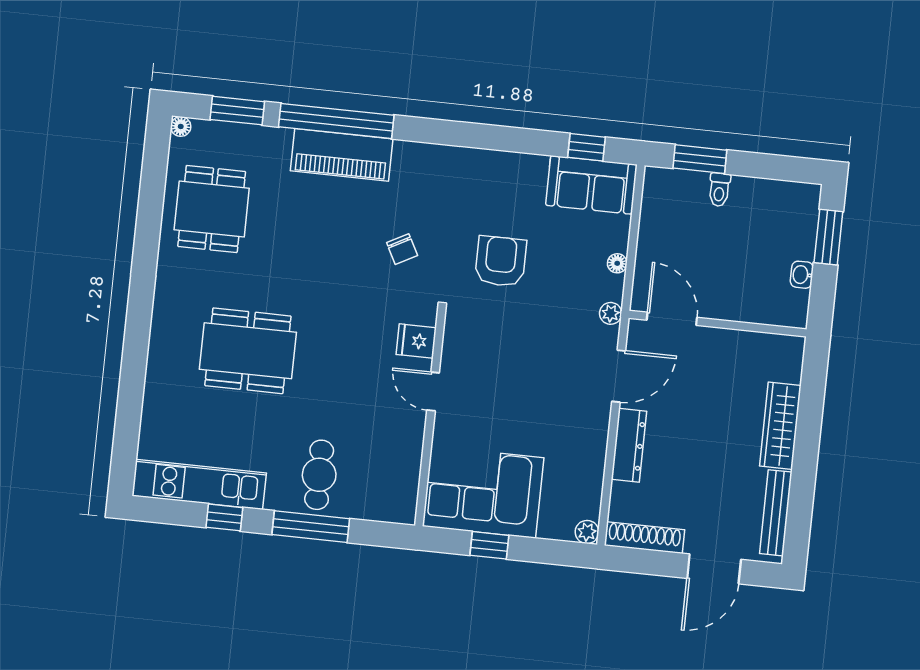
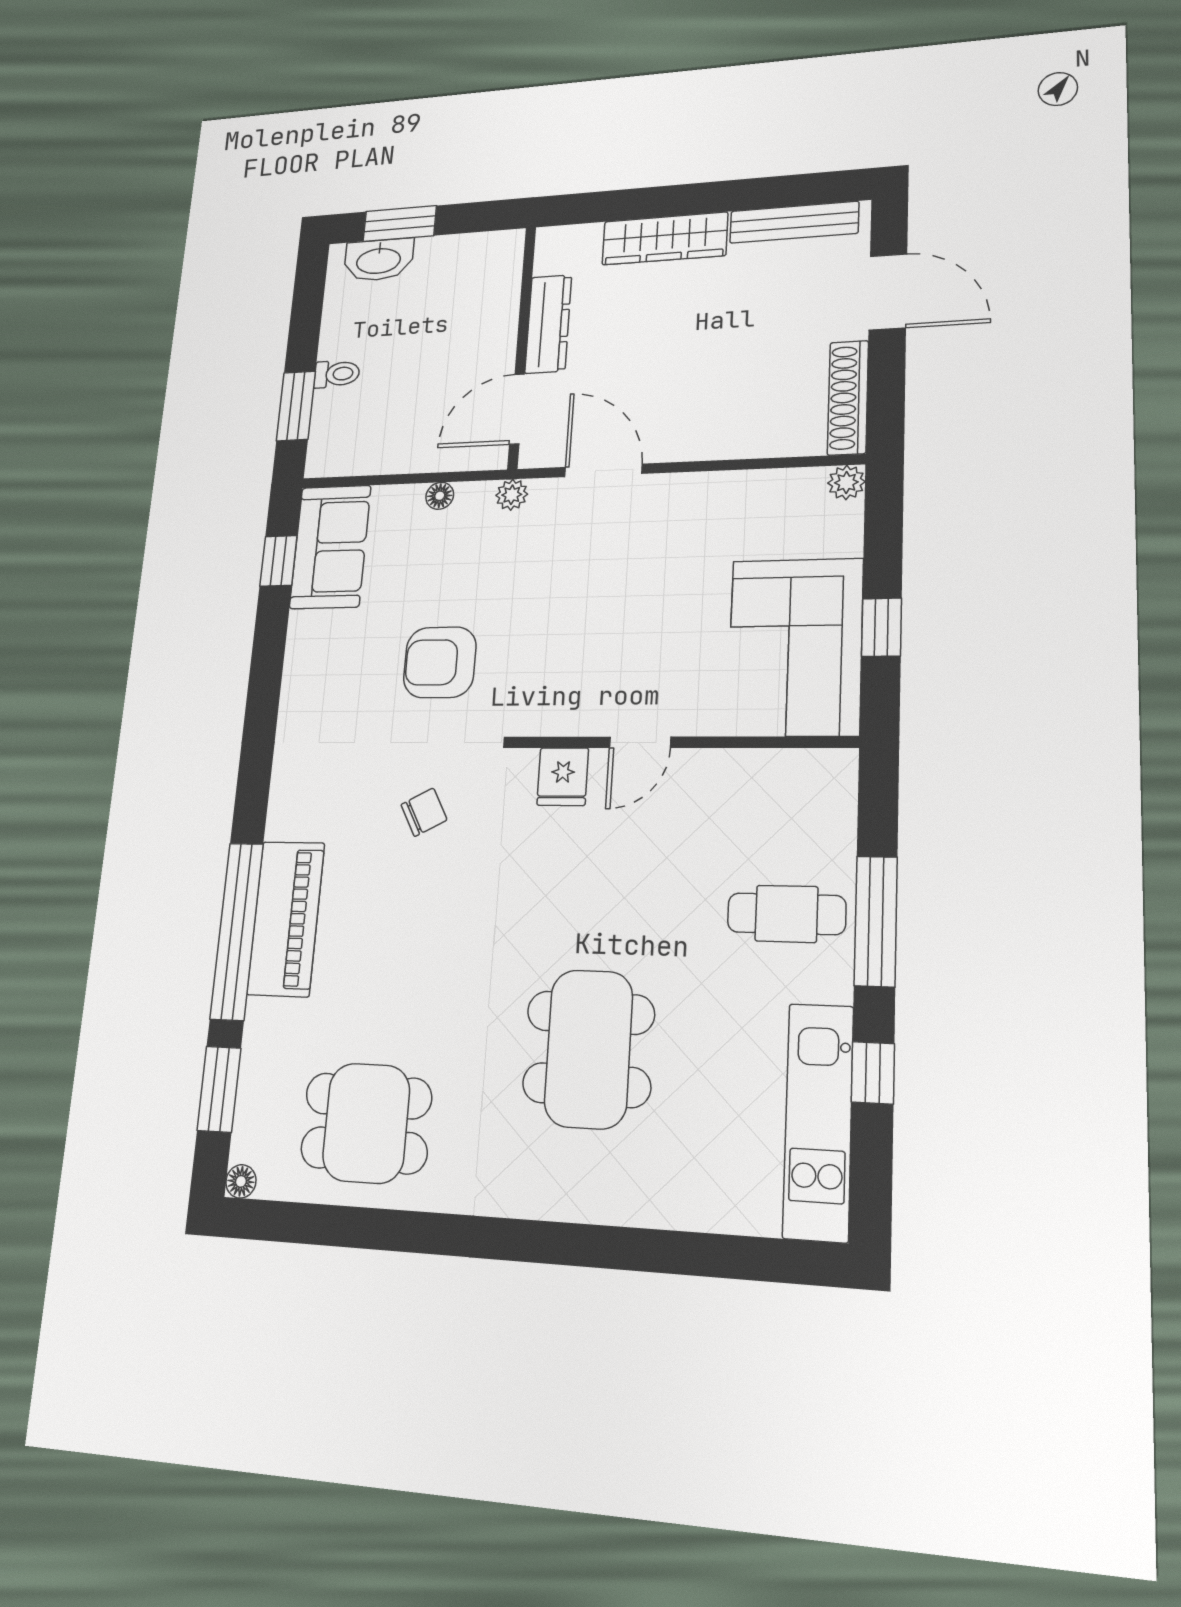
washbasin: (802, 275) -> (379, 260), moved, width x1.91, depth x1.45
dresser: (629, 445) -> (548, 324), moved, turned 90

